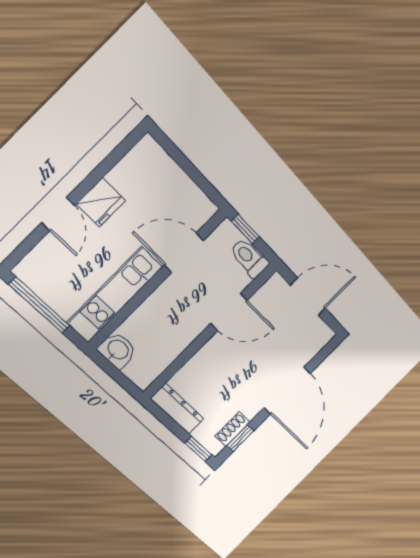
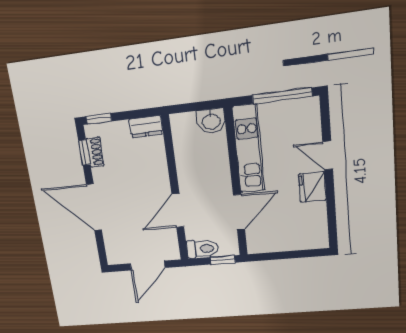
dresser: (177, 409) -> (146, 127), width x0.70

